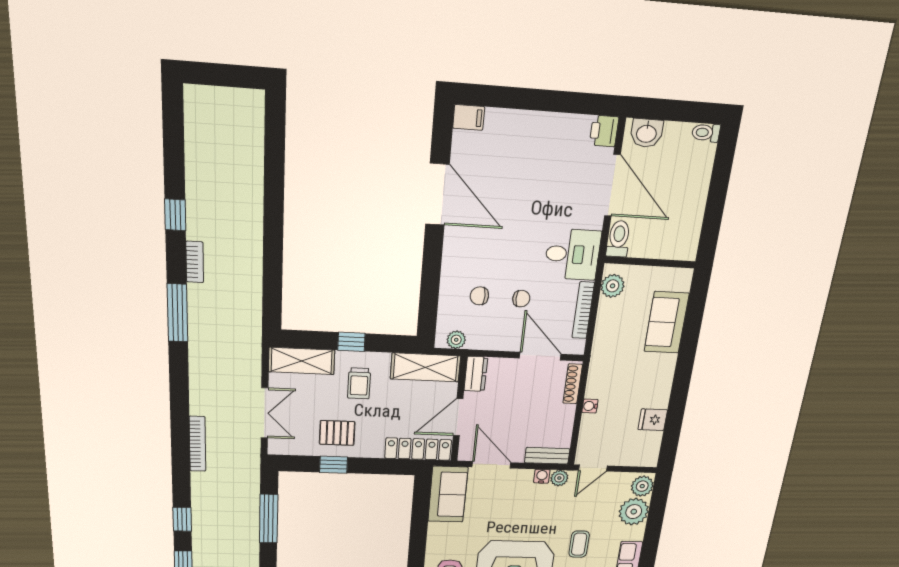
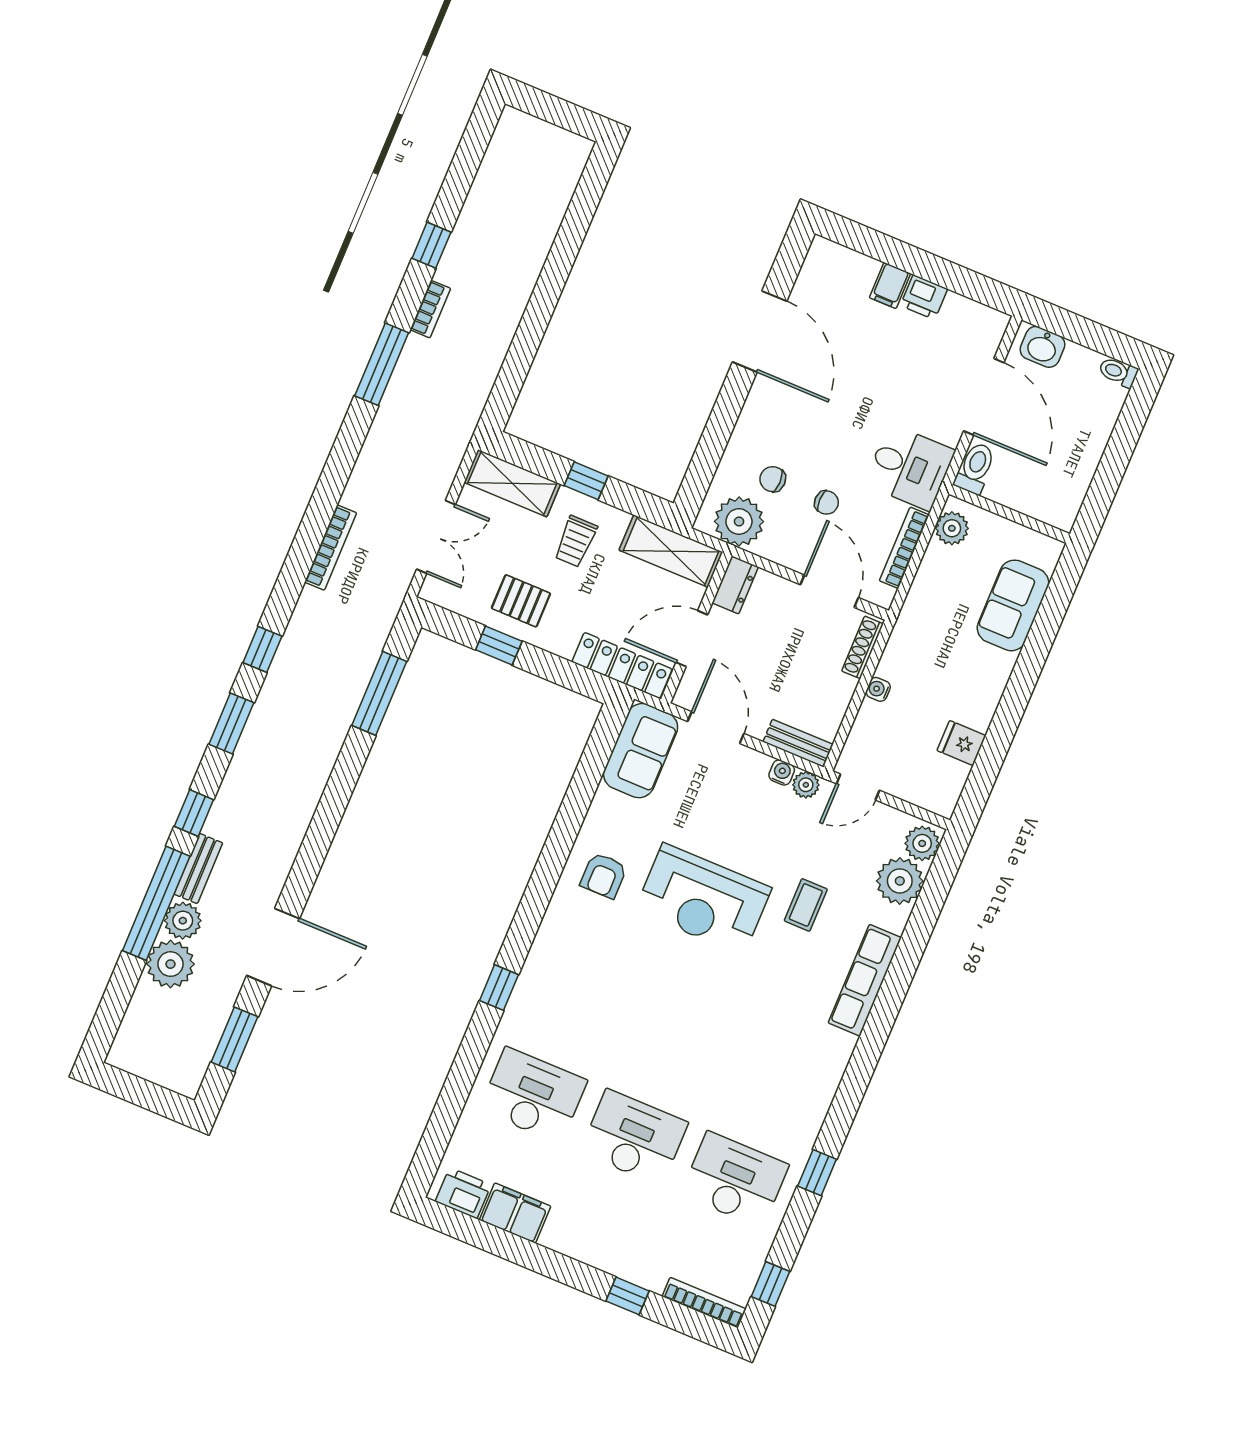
filing cabinet: (469, 117) -> (890, 285), moved, turned 90
printer: (604, 131) -> (924, 297), moved, turned -90
plant: (456, 340) -> (739, 521), width x1.88, depth x1.88

